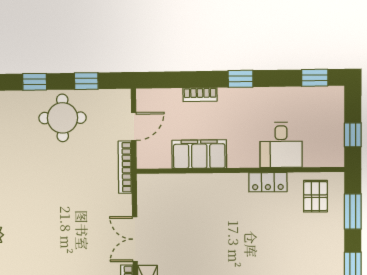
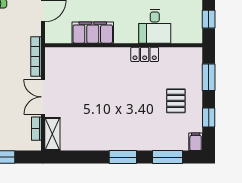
bookcase: (125, 167) -> (36, 57), moved
pallet: (315, 196) -> (176, 101), moved

